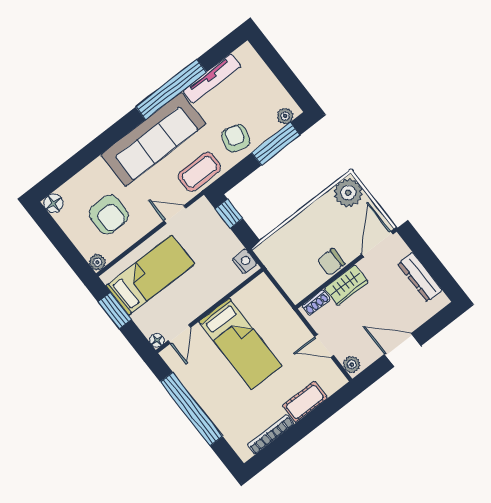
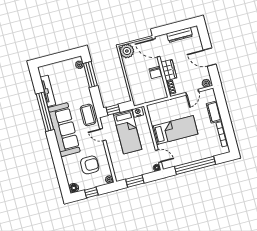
armchair: (236, 138) -> (80, 92), removed
door: (175, 215) -> (103, 135), hinge flipped
window: (59, 239) -> (91, 192), added
bed: (150, 275) -> (128, 132), moved, turned 180
door: (403, 350) -> (210, 57), hinge flipped

